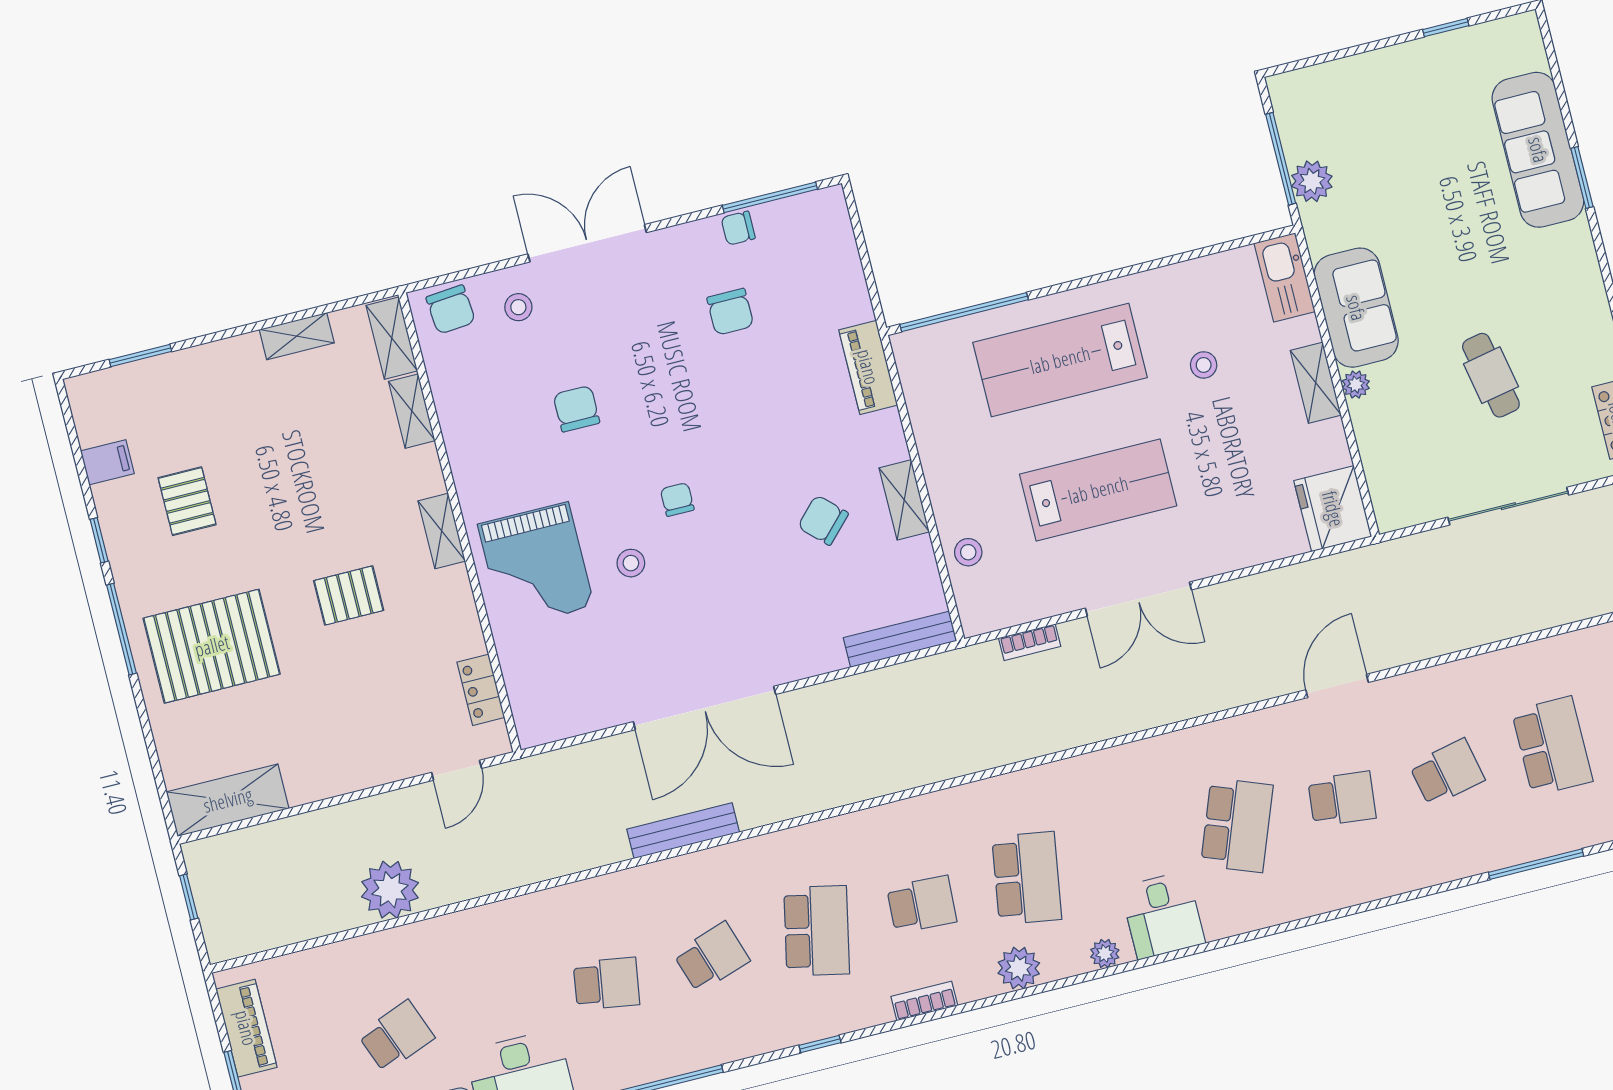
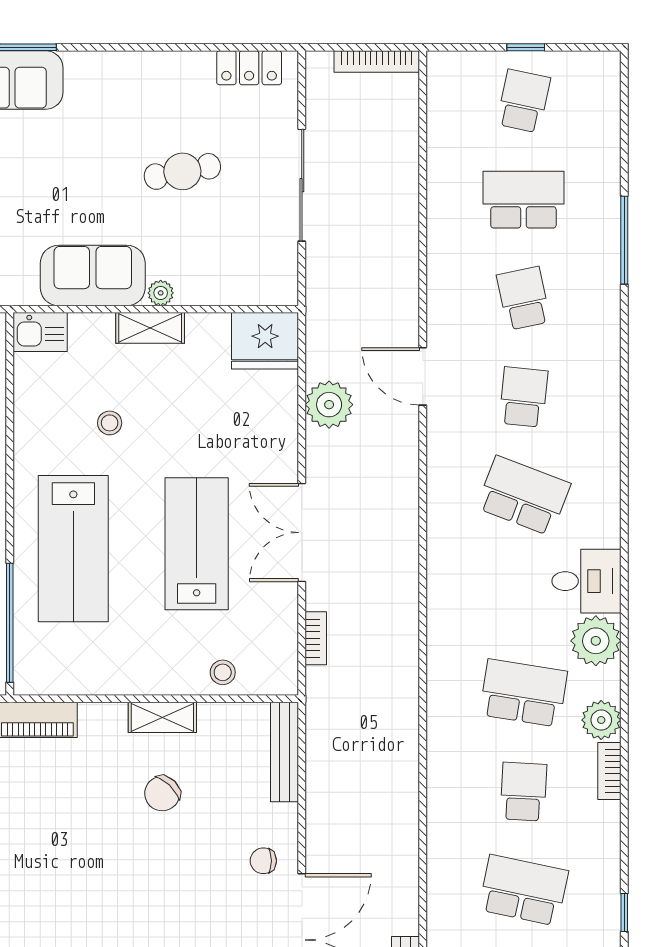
kitchen sink: (1285, 277) -> (40, 332), width x0.73
chair: (677, 500) -> (263, 861), moved
plant: (1282, 594) -> (329, 405), added
double door: (1138, 599) -> (302, 533), swing flipped
plant: (1105, 953) -> (596, 641), width x1.88, depth x1.88
bookcase: (924, 1001) -> (609, 771), moved

